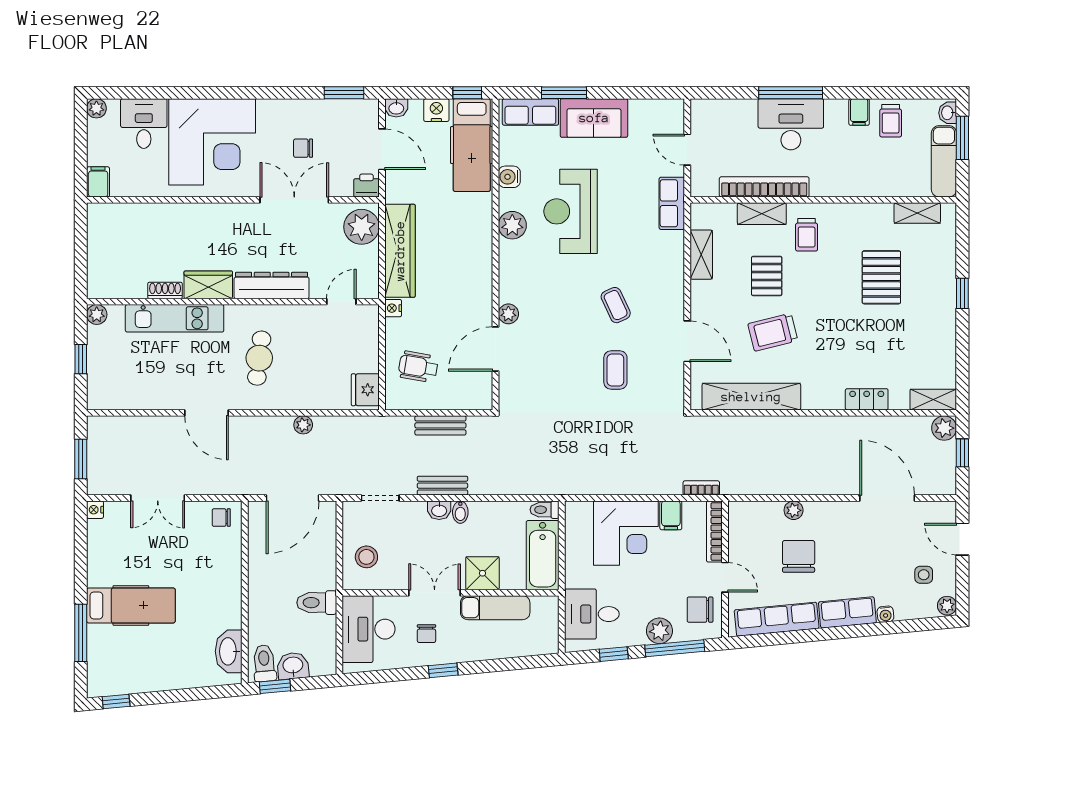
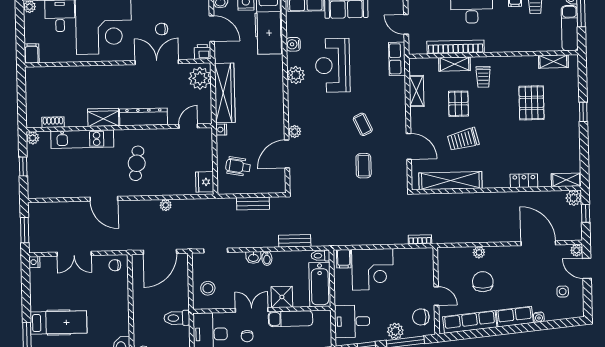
shoe rack: (165, 290) -> (53, 122), moved
bench: (442, 486) -> (295, 241), moved
filing cabinet: (671, 515) -> (344, 259), moved
bookcase: (714, 532) -> (429, 267), removed
plant: (947, 606) -> (577, 250), moved

